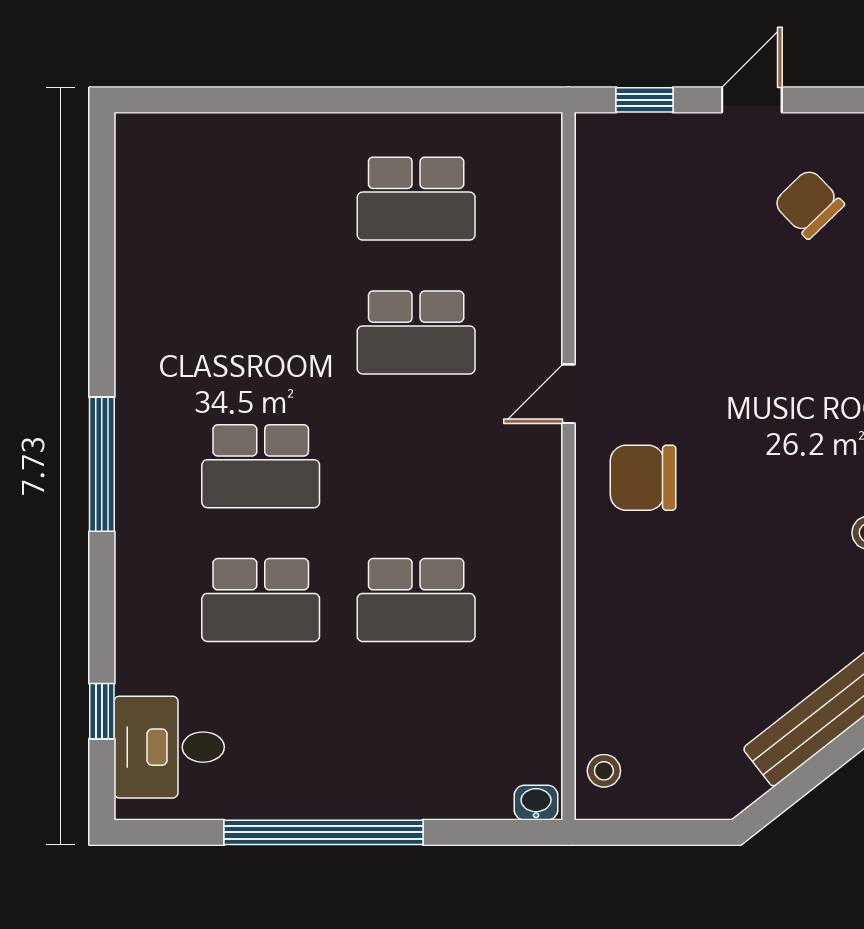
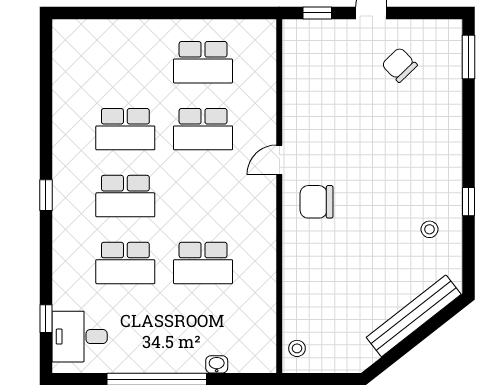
school desk: (261, 332) -> (125, 129), added
window: (102, 464) -> (46, 195), width x0.46
washbasin: (536, 803) -> (217, 364), moved

